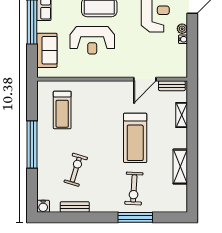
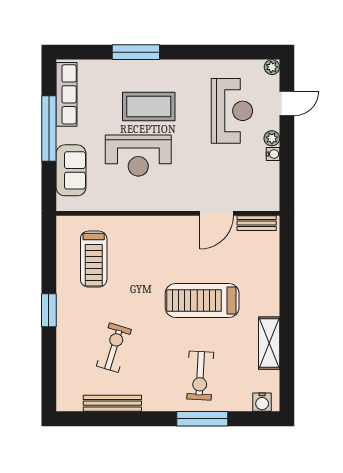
shelving: (182, 115) -> (271, 267), removed
treadmill: (135, 138) -> (202, 300), turned 90
window: (32, 145) -> (49, 310), width x0.47
water cooler: (43, 206) -> (262, 402), moved
bench: (75, 207) -> (112, 403), width x1.36

